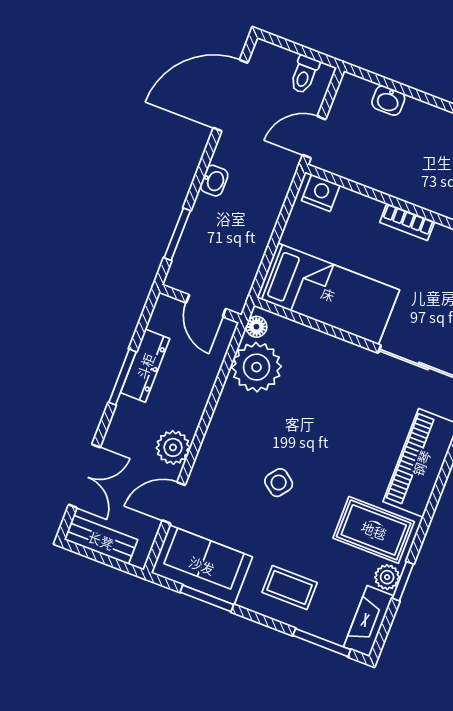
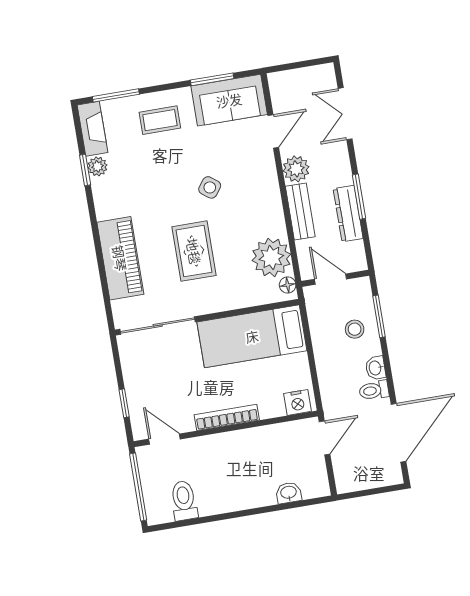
toilet: (304, 74) -> (374, 390), moved, turned -90
bookcase: (407, 222) -> (227, 417), width x1.56
stool: (212, 236) -> (355, 329), added
rug: (374, 530) -> (194, 251), moved, turned 90
bench: (101, 540) -> (300, 212), moved, turned 90

